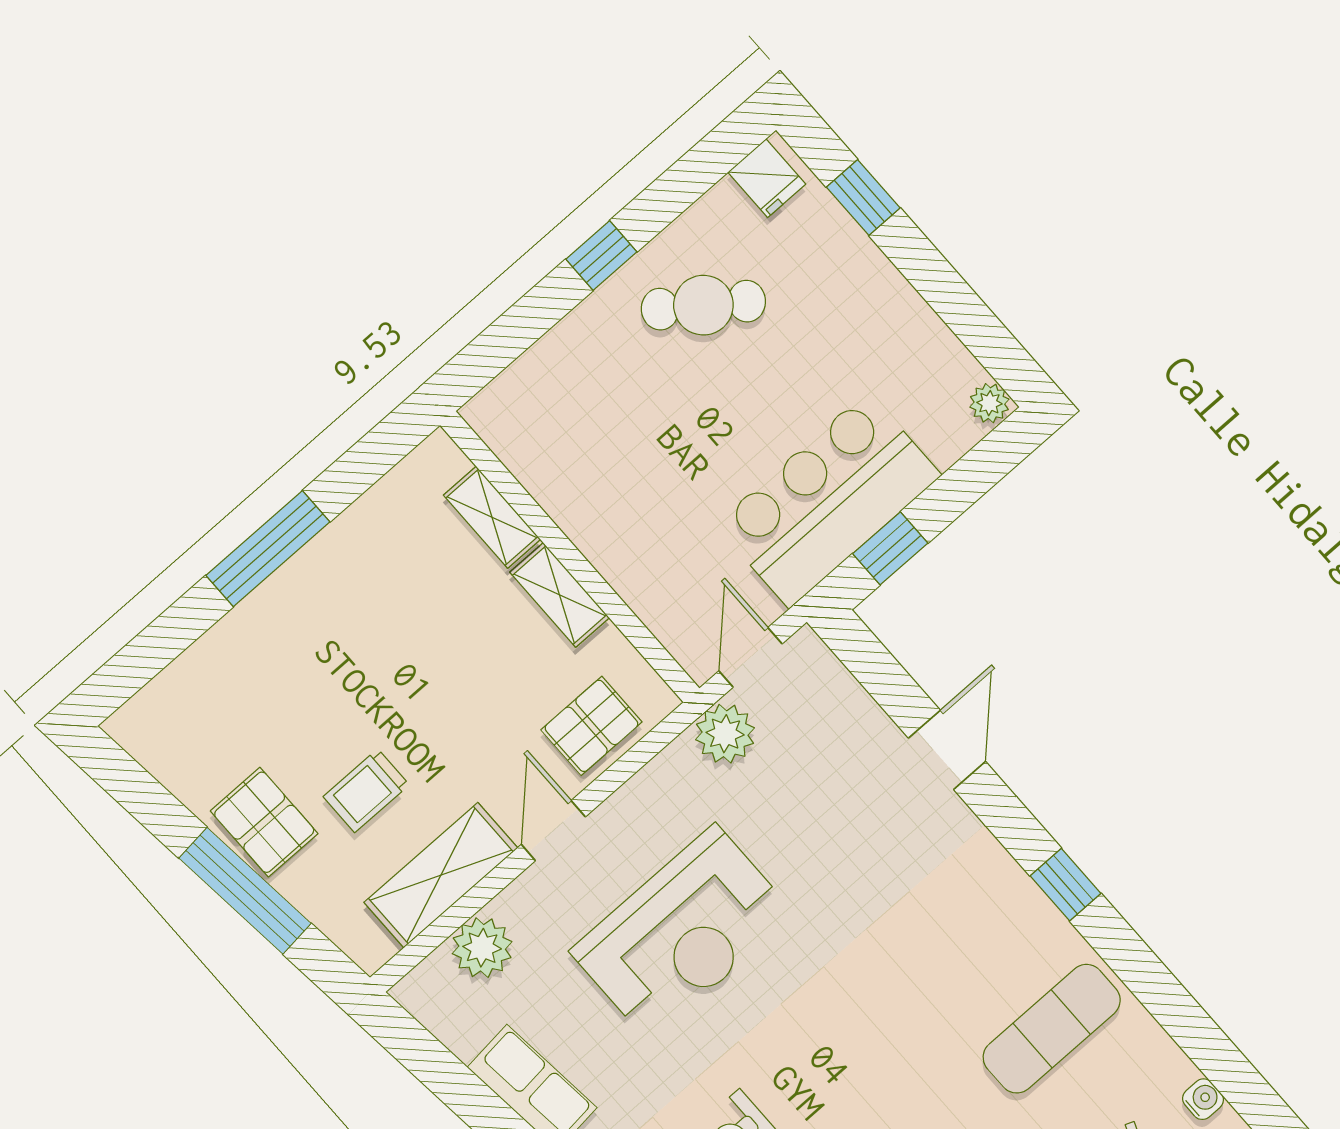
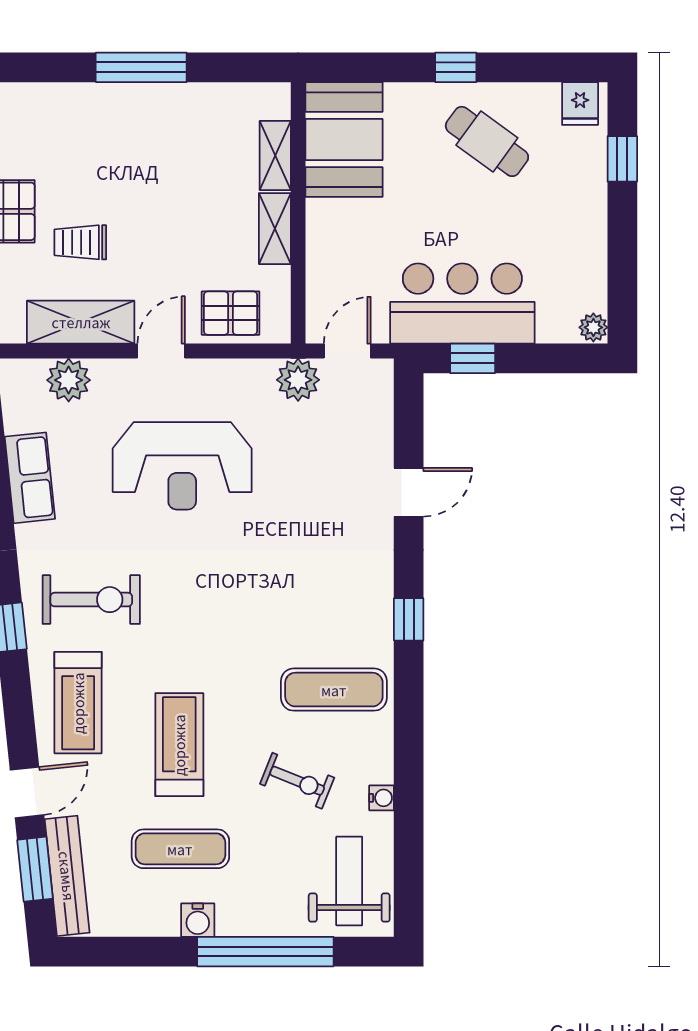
booth: (550, 436) -> (344, 139), added

